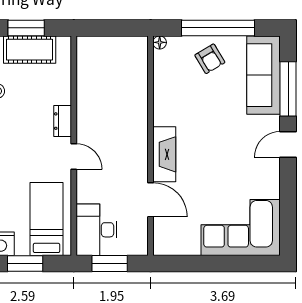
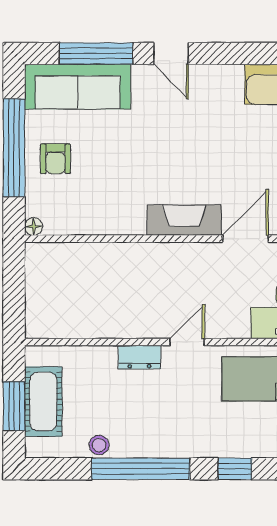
armchair: (210, 59) -> (56, 159), turned 121

